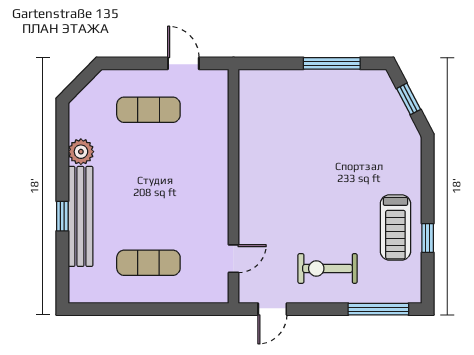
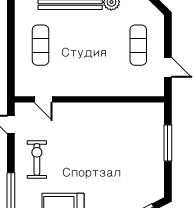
door: (183, 63) -> (168, 67), hinge flipped
window: (332, 63) -> (168, 143), moved

